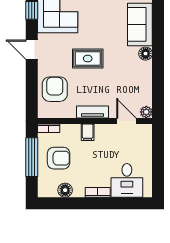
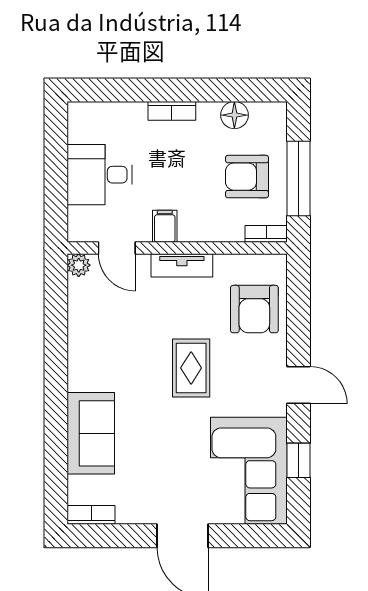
floor lamp: (146, 54) -> (80, 377), removed
rug: (88, 58) -> (191, 368), turned 90
filing cabinet: (88, 132) -> (165, 226), moved
desk: (127, 180) -> (100, 175), moved, turned -90

